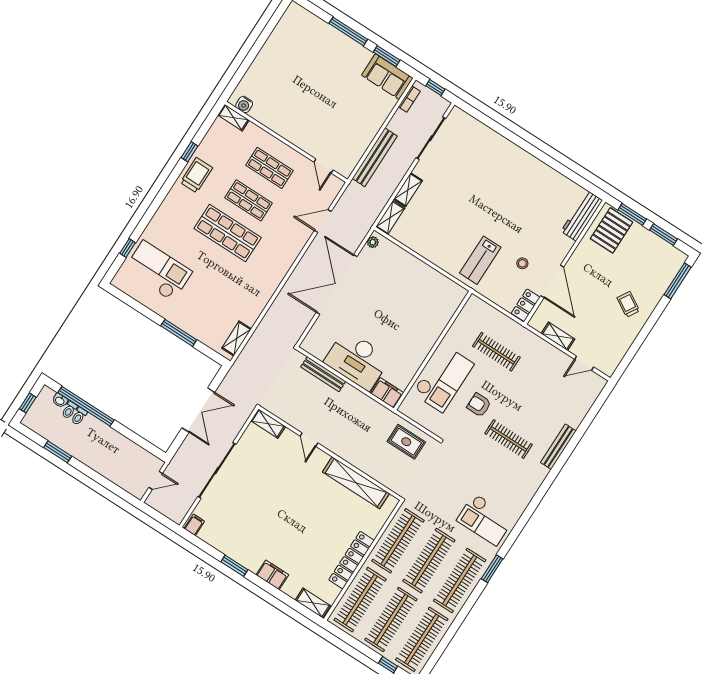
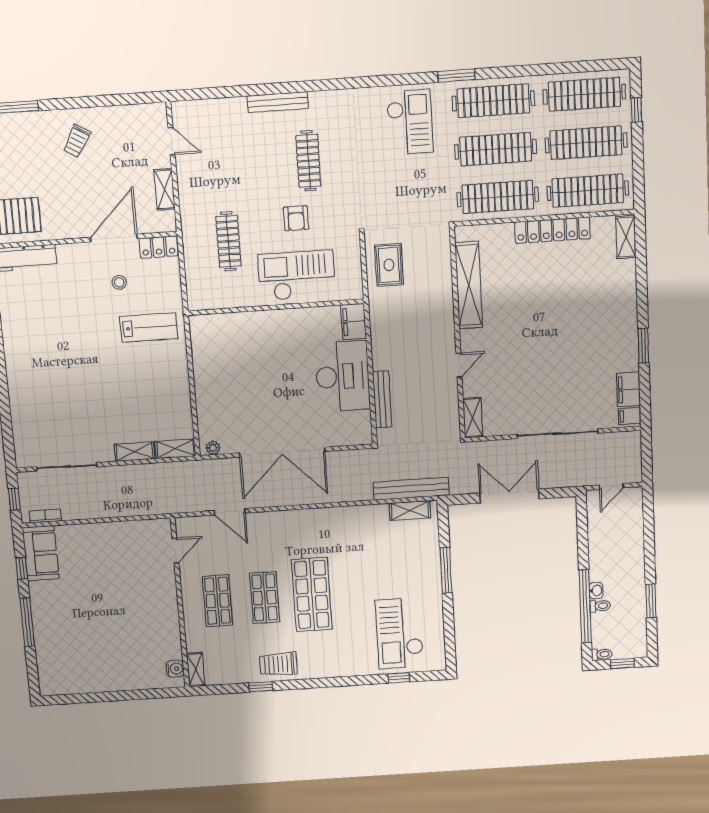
window: (387, 56) -> (22, 568), width x0.67
bench: (375, 157) -> (411, 489), moved
washbasin: (60, 401) -> (596, 591), moved
toilet: (69, 410) -> (602, 654), moved
door: (156, 480) -> (611, 486), swing flipped
filing cabinet: (272, 575) -> (628, 389), moved

